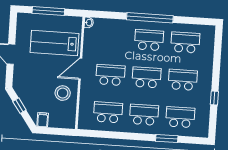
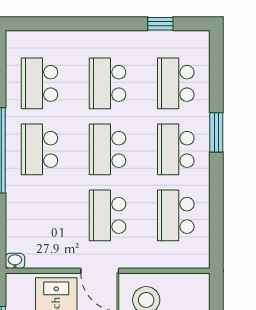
window: (214, 98) -> (160, 24), moved
window: (167, 139) -> (216, 132), moved

